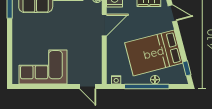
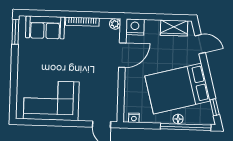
window: (147, 86) -> (186, 127), moved

